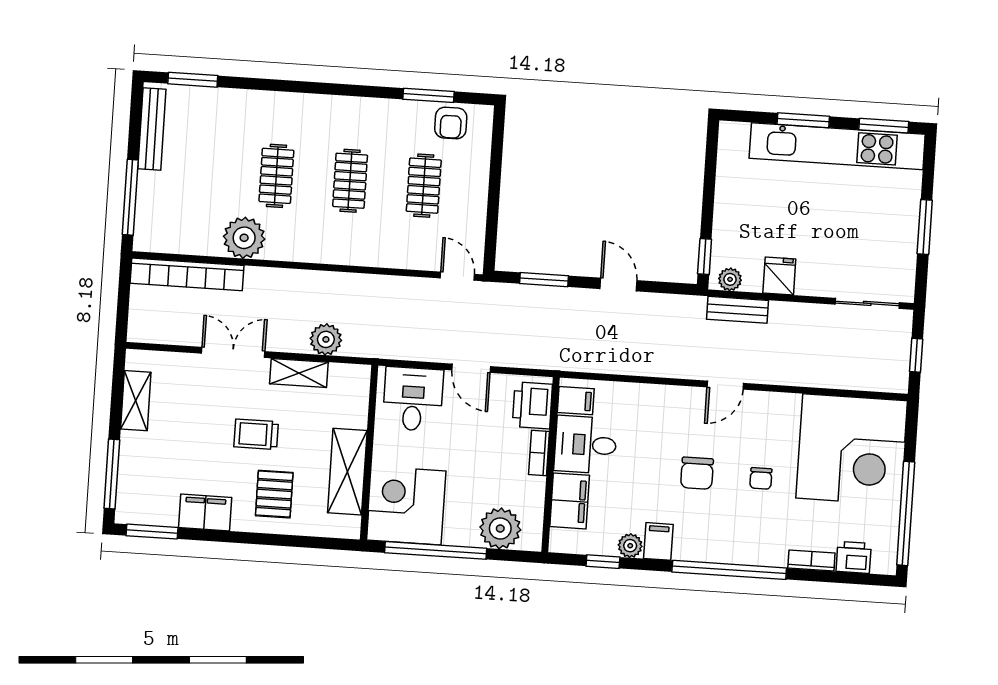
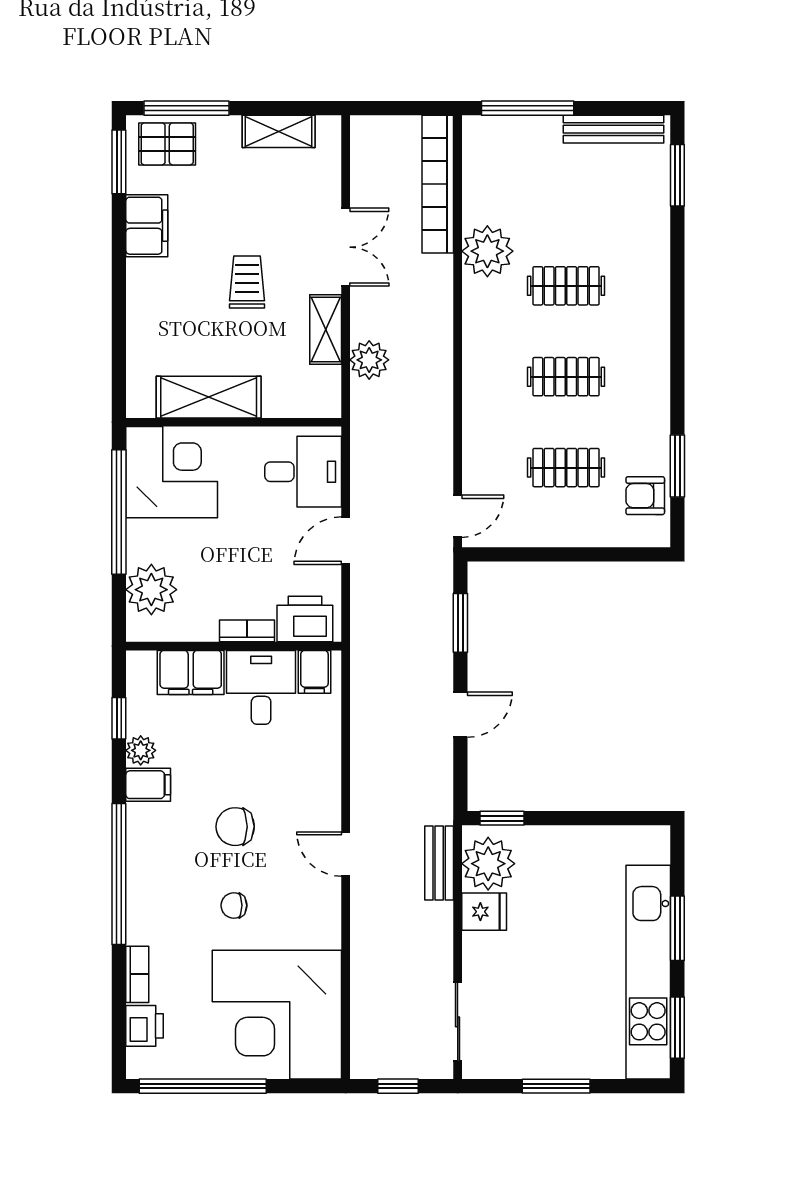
plant: (730, 279) -> (488, 864), width x1.87, depth x1.87
pallet: (274, 494) -> (167, 144), moved

